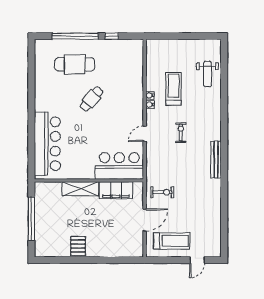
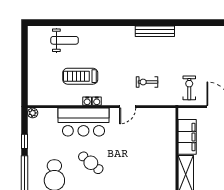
plant: (139, 44) -> (33, 113), added
exercise bike: (181, 133) -> (147, 82), moved
door: (145, 134) -> (128, 107), hinge flipped
bar counter: (119, 166) -> (83, 122), moved, turned -90

